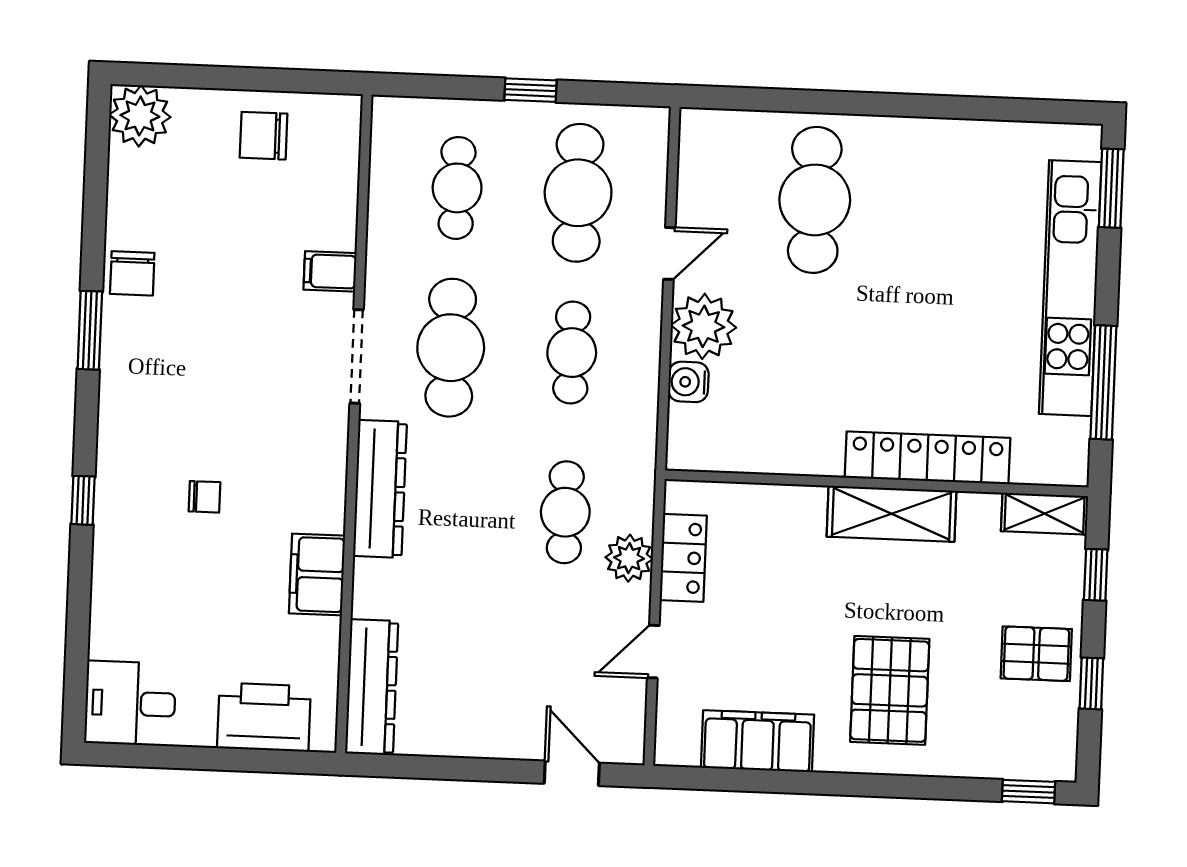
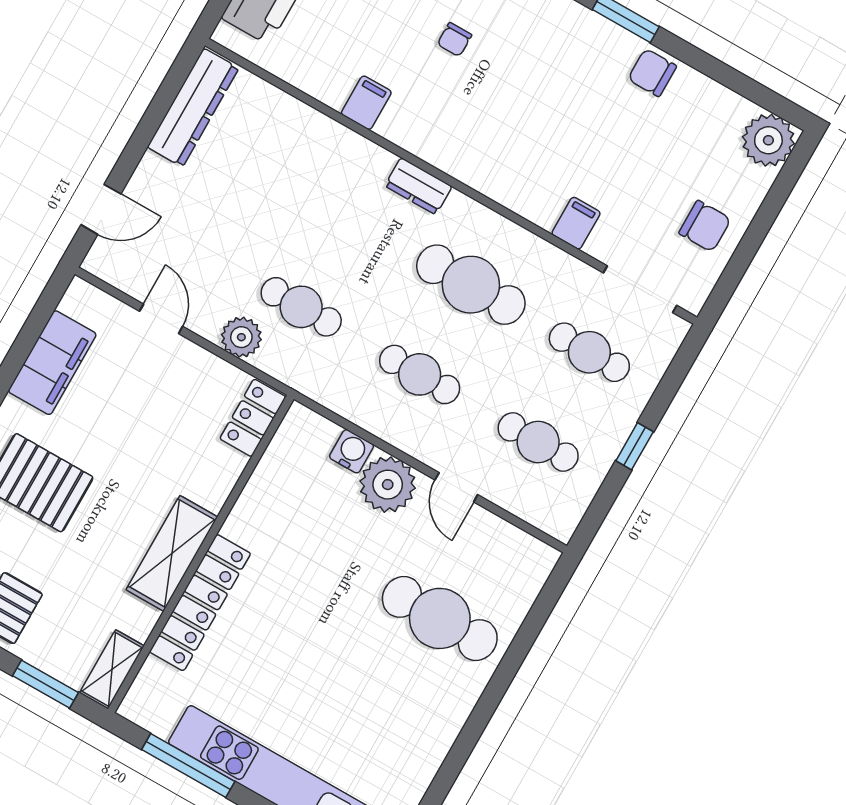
chair: (264, 136) -> (705, 226), turned 90
cafe table: (578, 193) -> (538, 442), width x0.73, depth x0.74
doorway: (357, 356) -> (640, 289), moved
dresser: (380, 489) -> (418, 186), width x0.51, depth x0.80
locker: (683, 558) -> (253, 418), moved, turned 90
filing cabinet: (317, 575) -> (366, 103), width x0.50
window: (1096, 575) -> (46, 684), width x1.50
dresser: (372, 687) -> (193, 108), moved, turned -90

